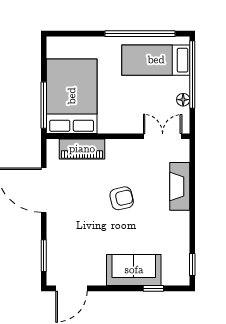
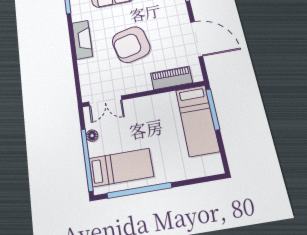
bed: (72, 96) -> (197, 120), width x0.67
fireplace: (180, 186) -> (82, 40), moved
armchair: (122, 198) -> (131, 45), width x1.88, depth x1.88

